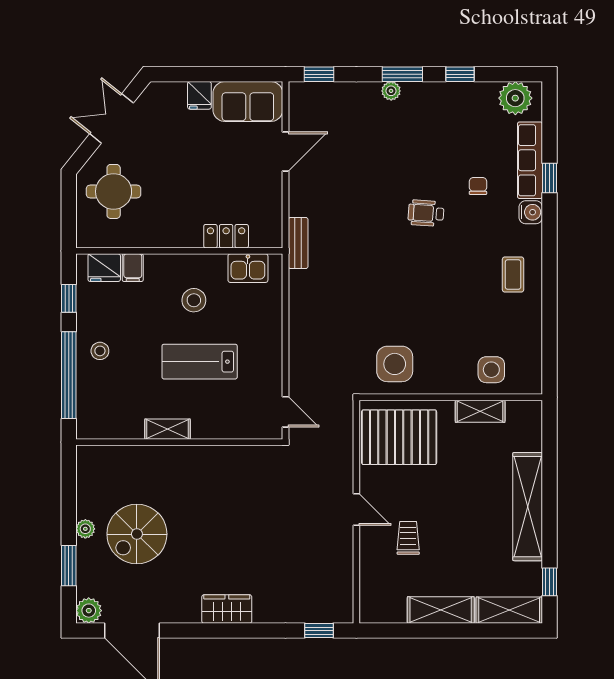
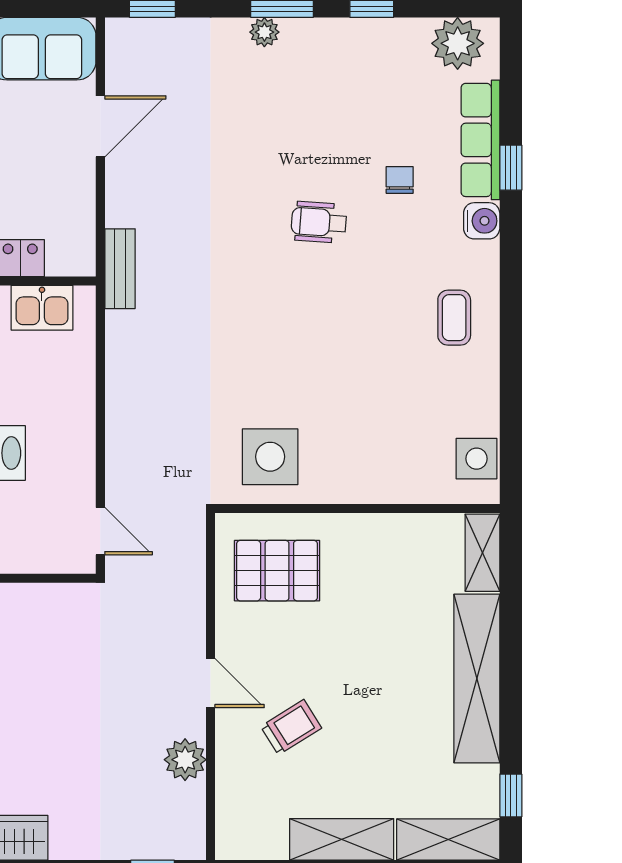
side table: (491, 370) -> (477, 459), moved
shelving: (480, 411) -> (482, 553), moved, turned 90
pallet: (399, 437) -> (277, 571), width x0.73, depth x0.71
trolley: (408, 538) -> (291, 727), turned 58
plant: (340, 559) -> (185, 760), added

